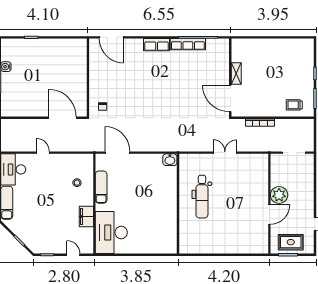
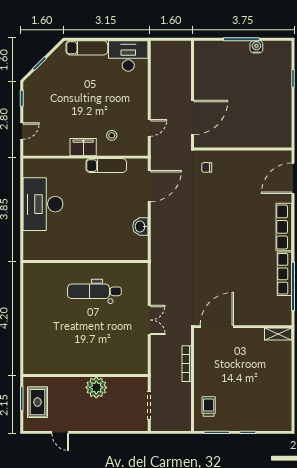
row of seats: (157, 45) -> (284, 227), width x1.48
shelving: (236, 73) -> (278, 334), moved
door: (43, 153) -> (149, 128), moved
washbasin: (170, 160) -> (140, 226), moved
door: (269, 214) -> (72, 375), removed
filing cabinet: (86, 217) -> (83, 147), moved
desk: (111, 232) -> (43, 204), moved, turned -90

